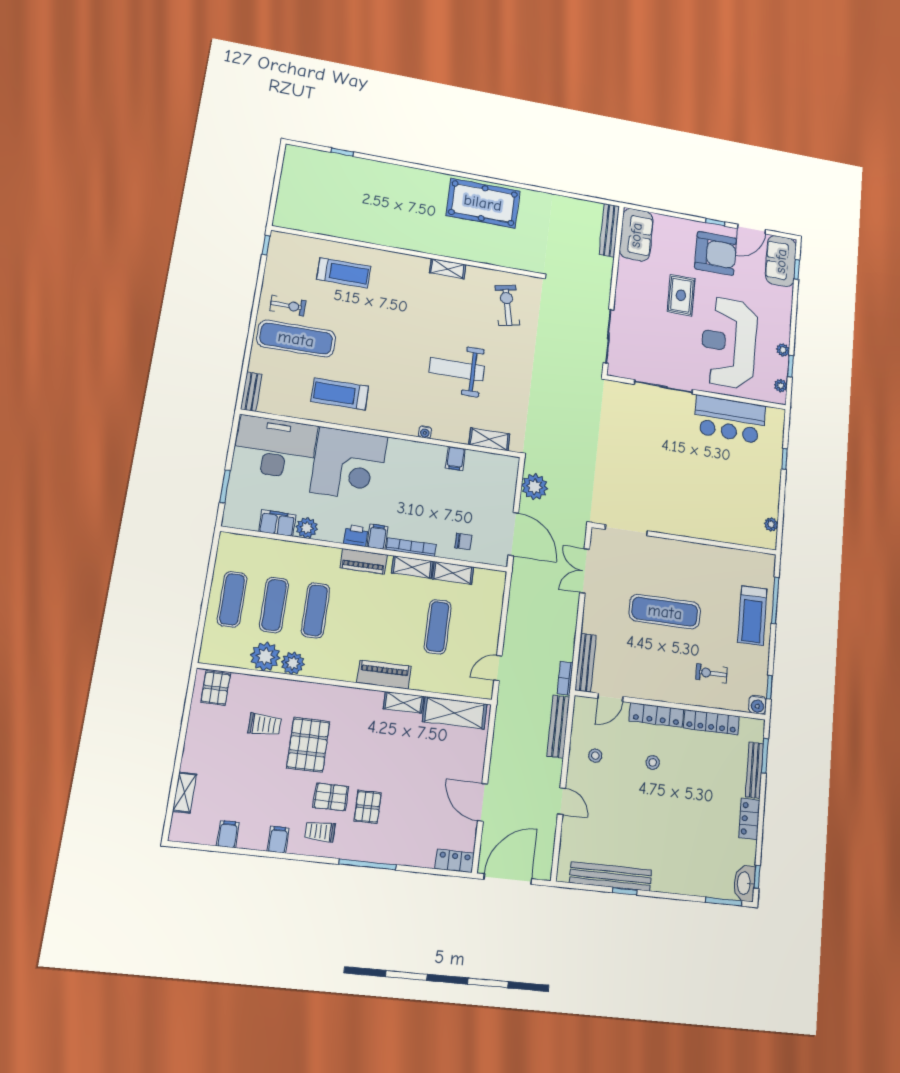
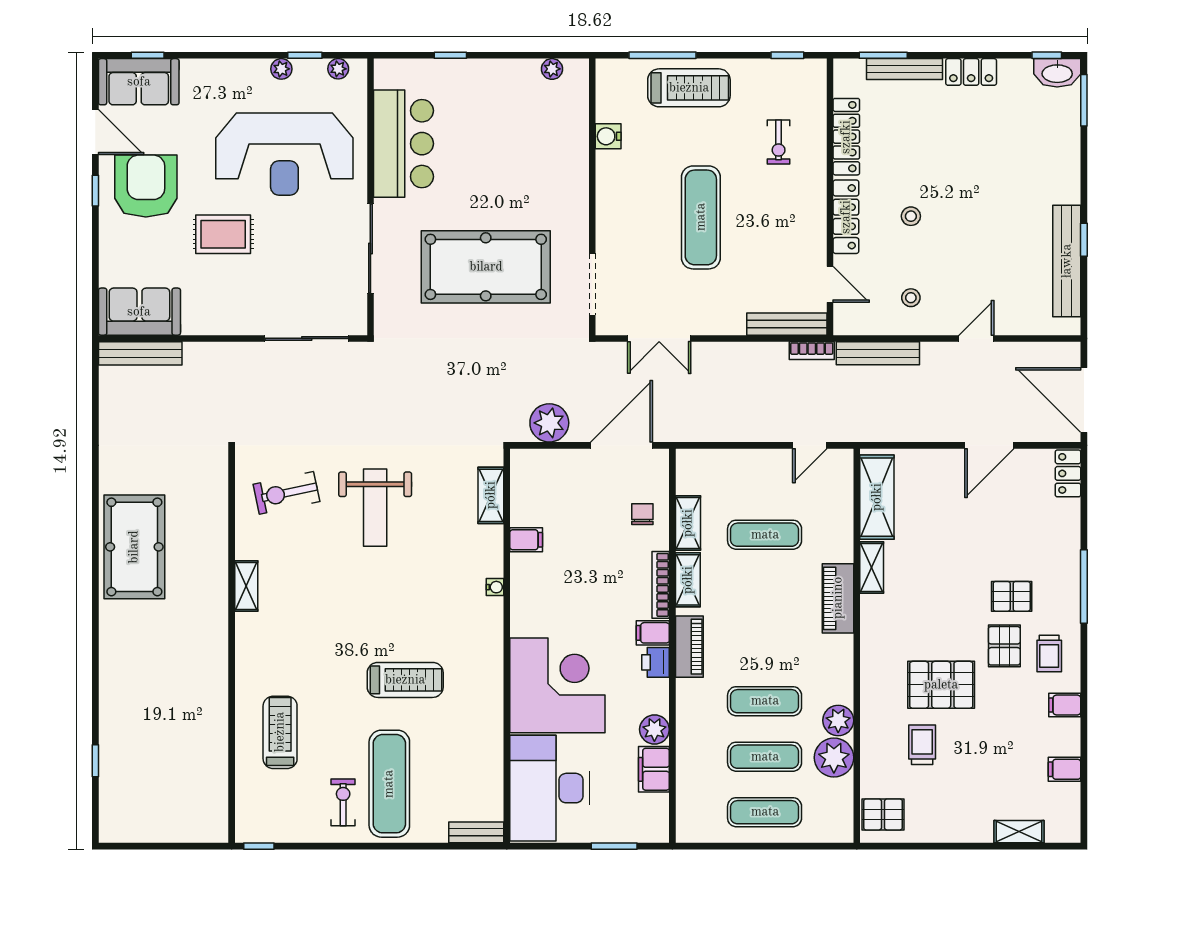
weight bench: (457, 369) -> (375, 508), moved
treadmill: (340, 394) -> (405, 680), moved, turned -90
pool table: (645, 460) -> (486, 267), added
door: (498, 668) -> (810, 445), hinge flipped
water cooler: (758, 705) -> (608, 136), moved, turned 180

